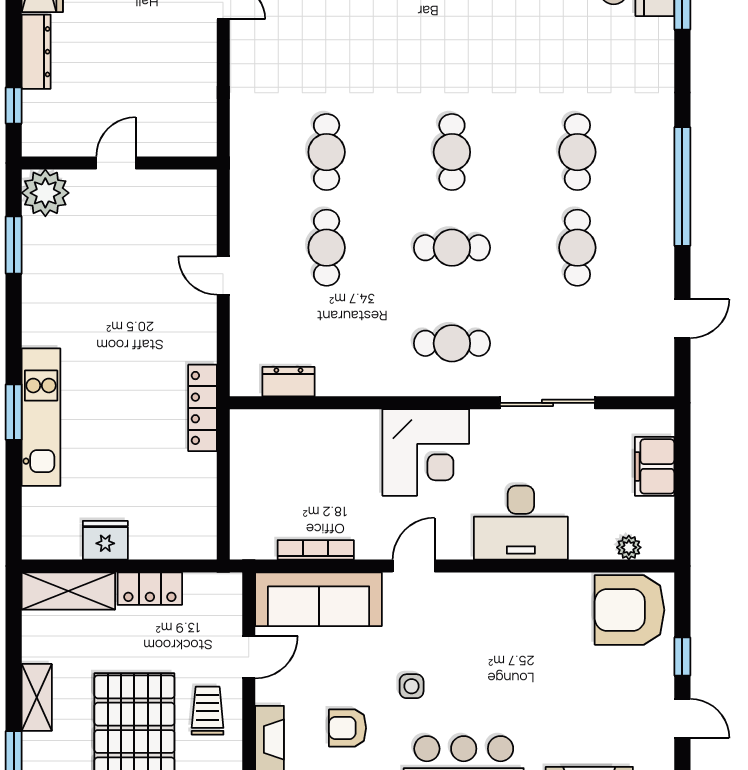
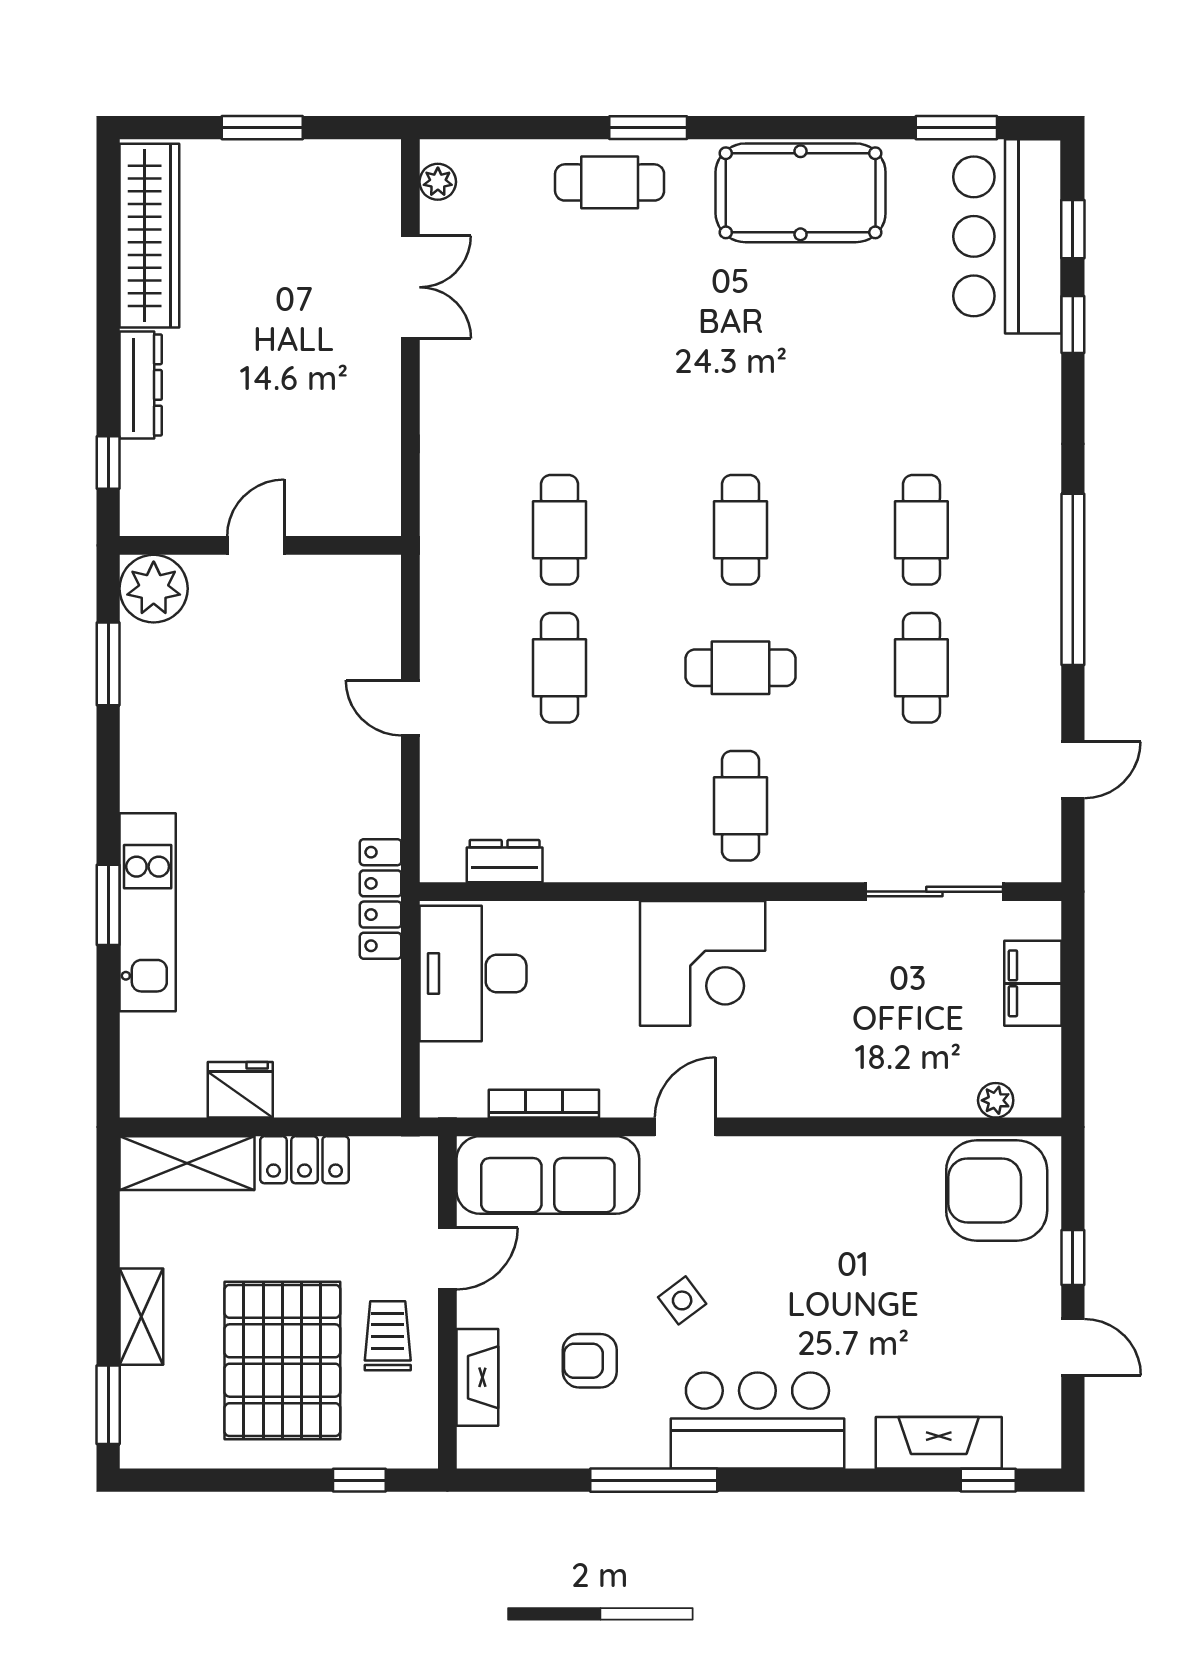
cafe table: (452, 343) -> (740, 806), turned 90
sliding door: (548, 403) -> (934, 892), moved
desk: (521, 523) -> (473, 974), moved, turned 90
side table: (412, 686) -> (682, 1300), turned -37

